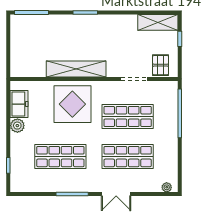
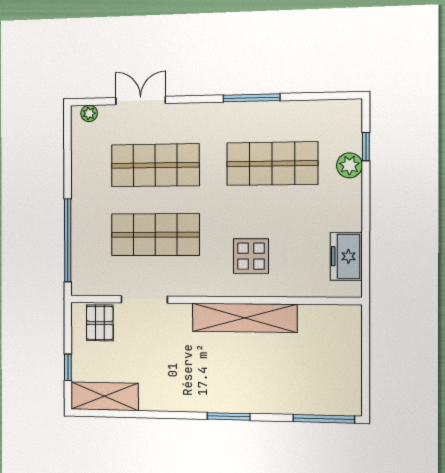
display table: (72, 104) -> (251, 256), width x0.54, depth x0.54
plant: (17, 126) -> (349, 165), moved
double door: (116, 194) -> (141, 100), moved

